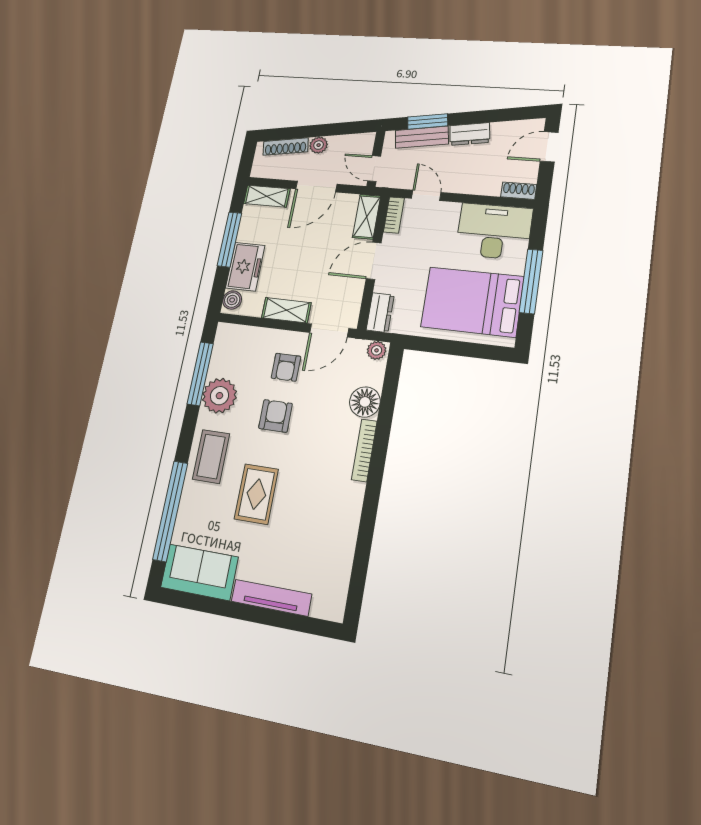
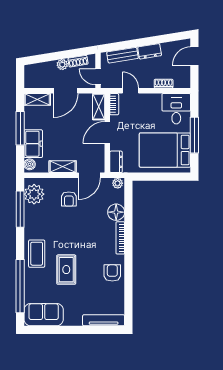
window: (428, 121) -> (124, 45), removed
shoe rack: (286, 147) -> (78, 61), moved, width x0.70
shoe rack: (519, 191) -> (164, 84), moved
desk: (494, 231) -> (176, 109), width x0.73
plant: (219, 396) -> (34, 194), moved
armchair: (275, 416) -> (112, 273), moved
tv unit: (271, 598) -> (104, 320), moved

